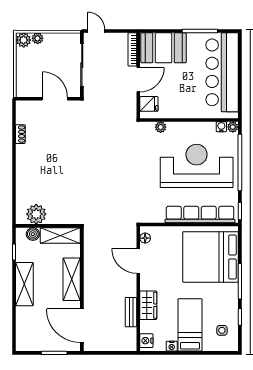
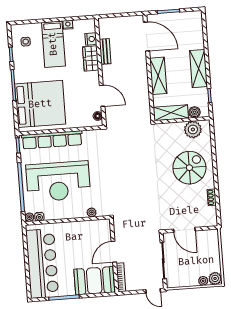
fridge: (149, 104) -> (103, 232), removed
spiral stairs: (44, 170) -> (189, 168), added
nightstand: (146, 341) -> (91, 39), moved

